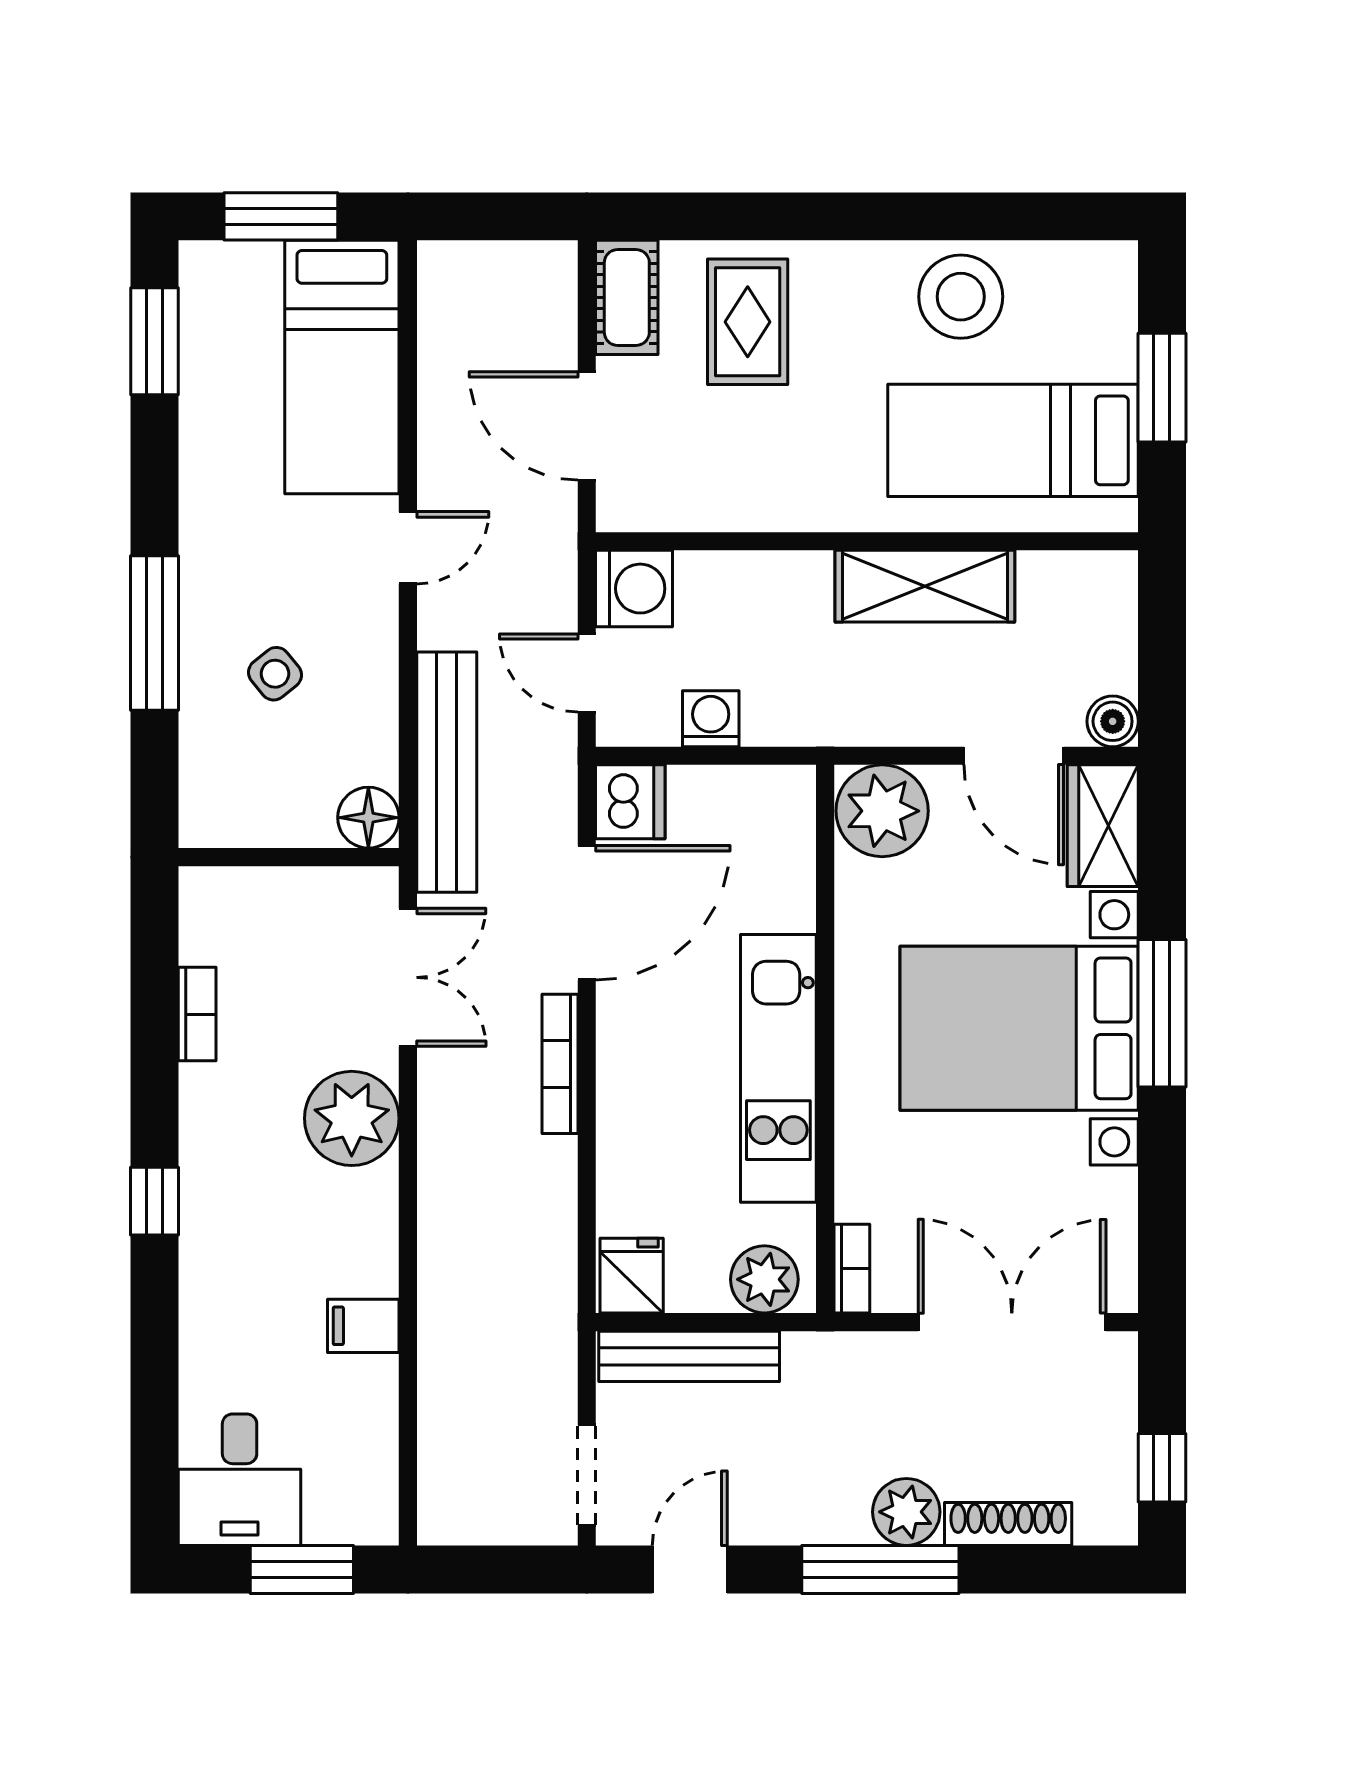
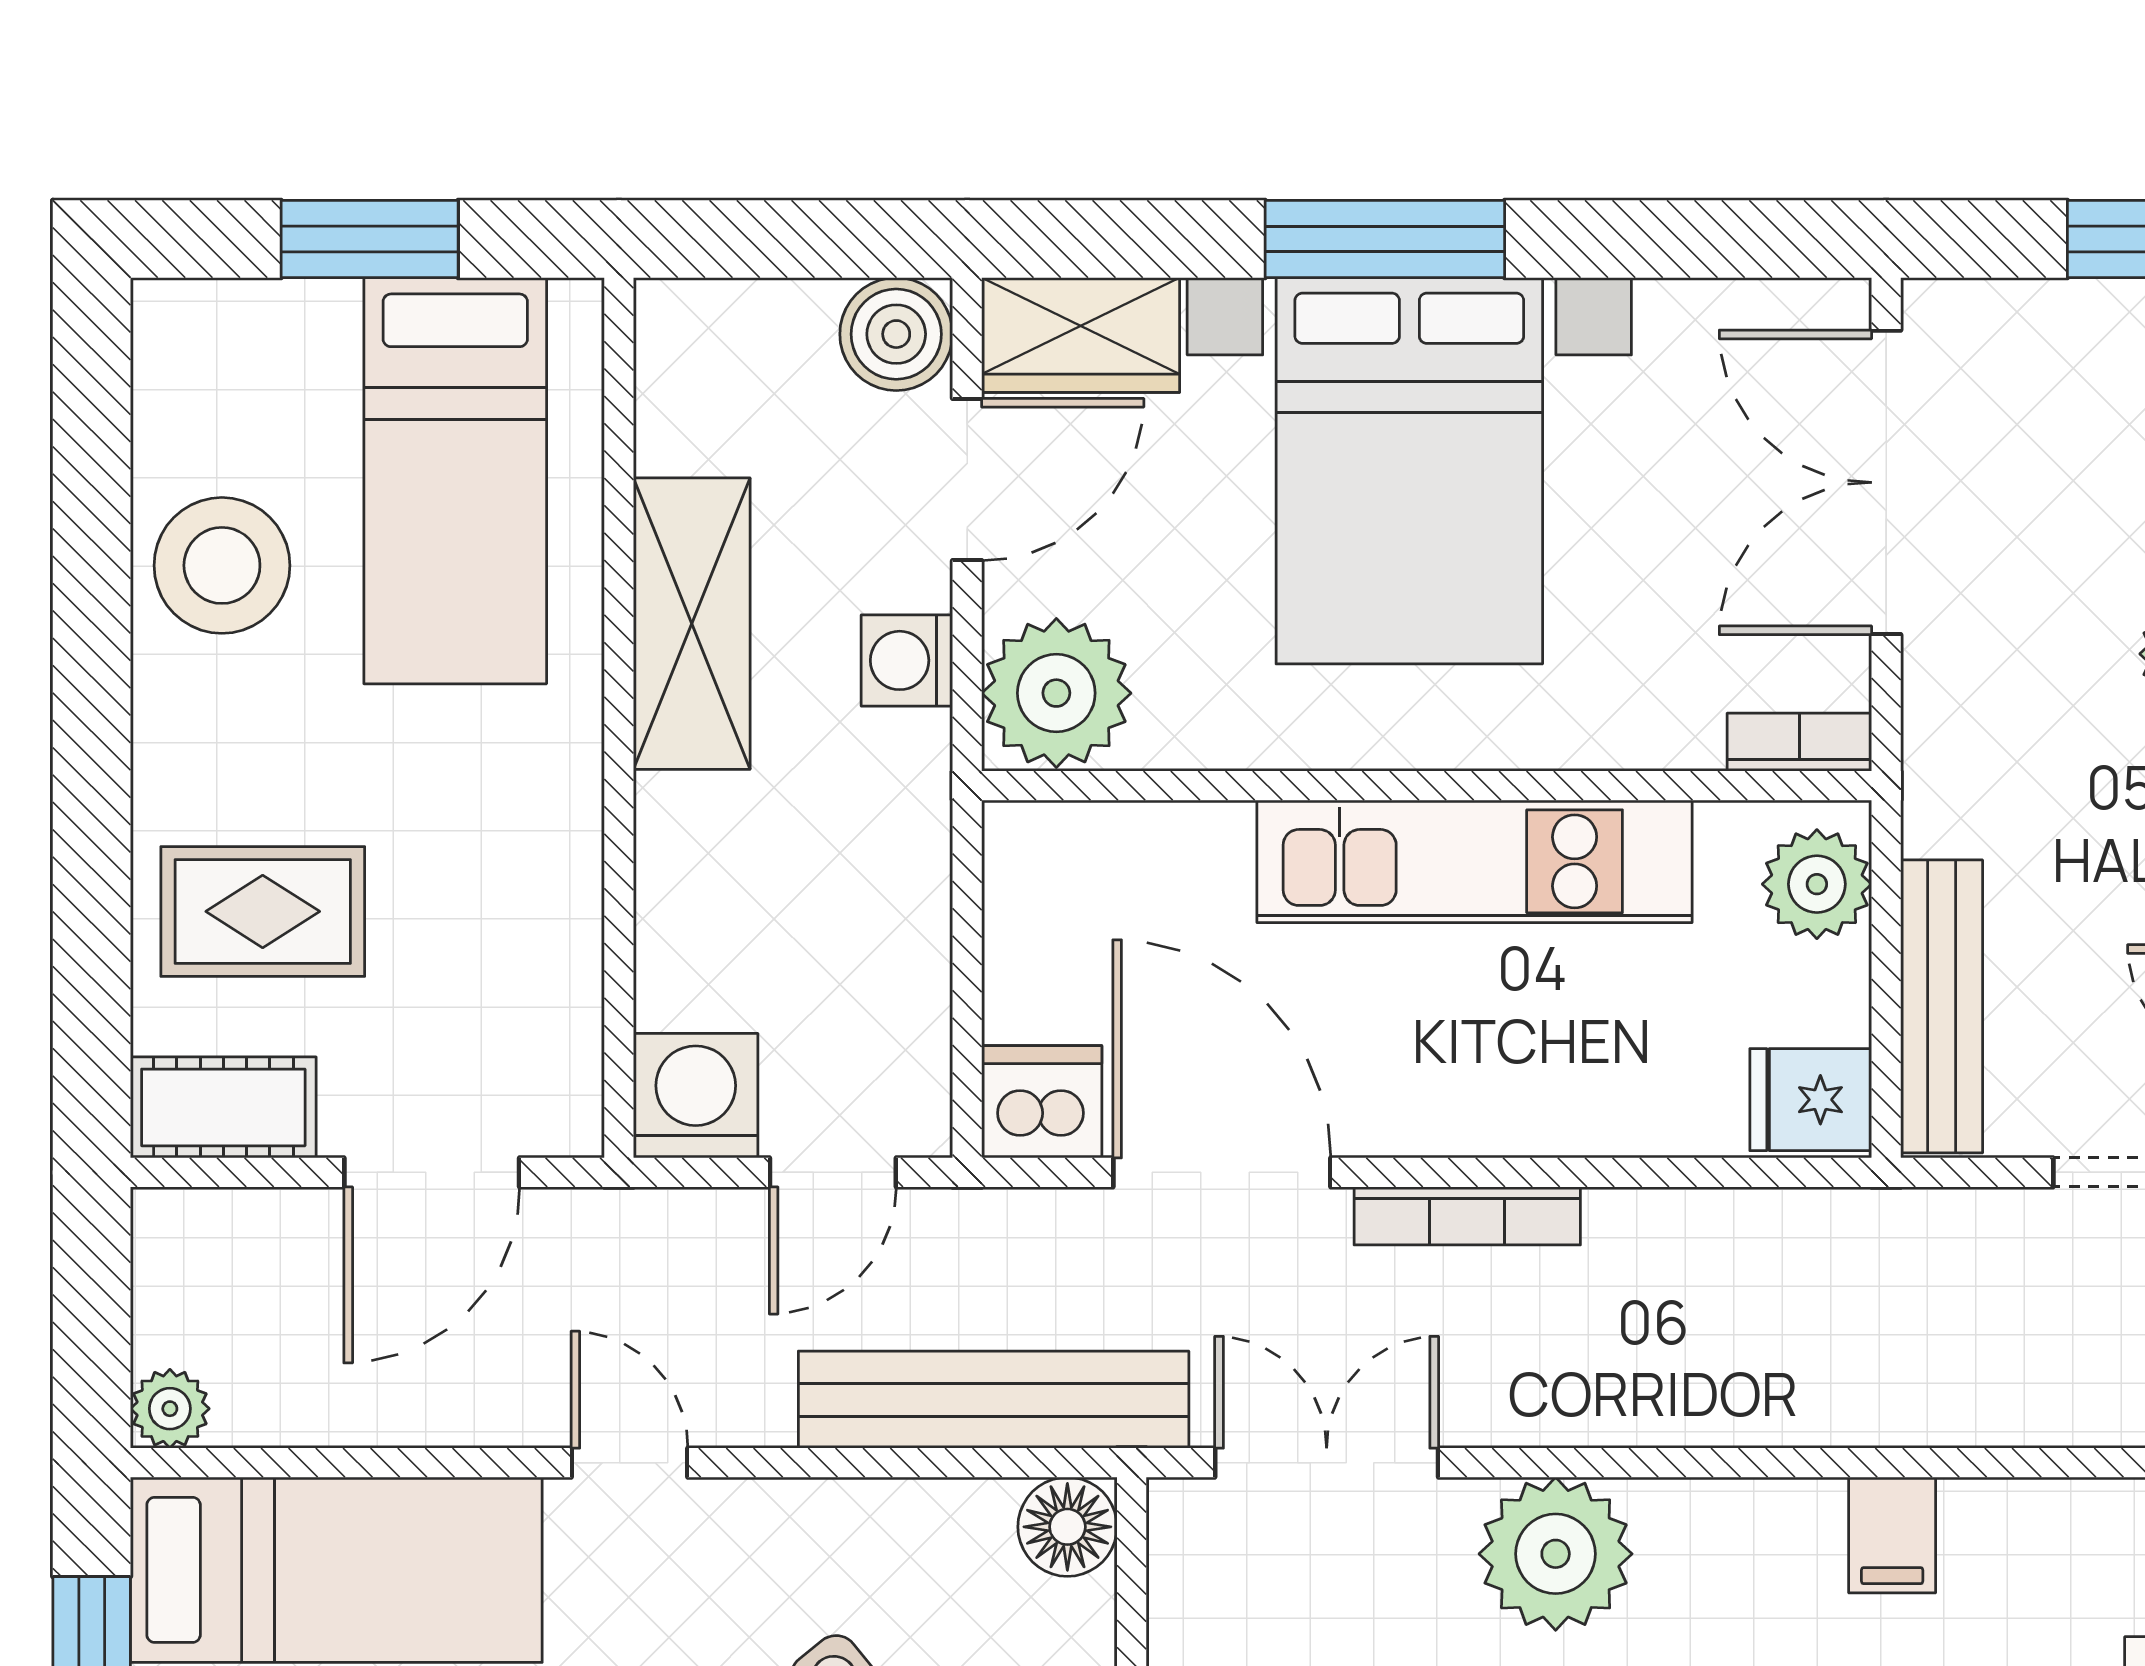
plant: (441, 265) -> (170, 1409), added
washing machine: (711, 719) -> (907, 660), moved
boiler: (1113, 721) -> (896, 334), width x1.36, depth x1.36

